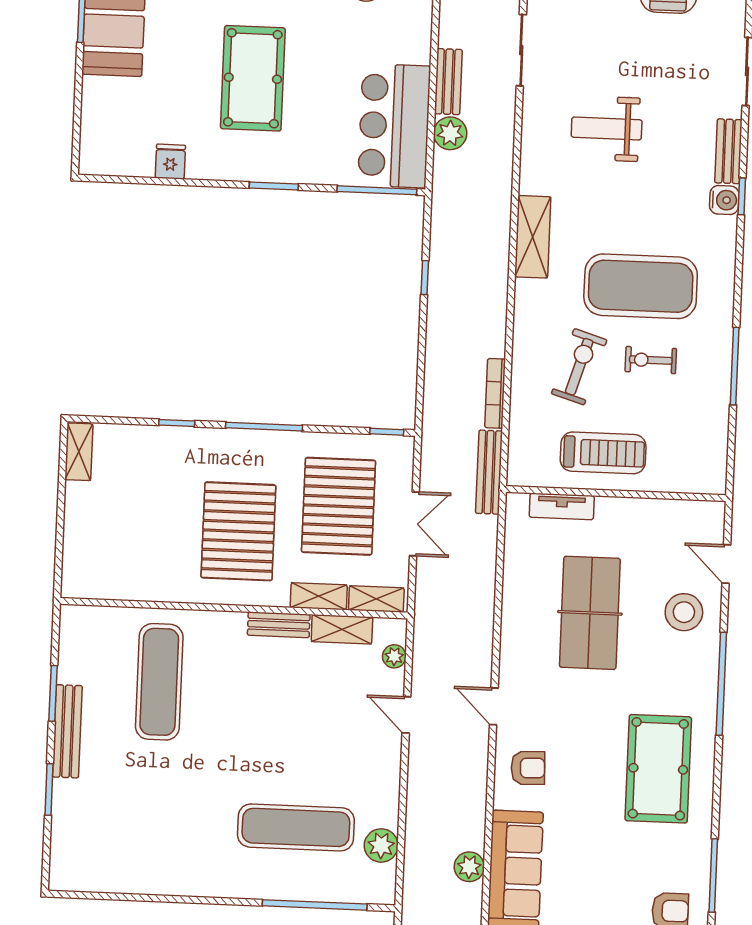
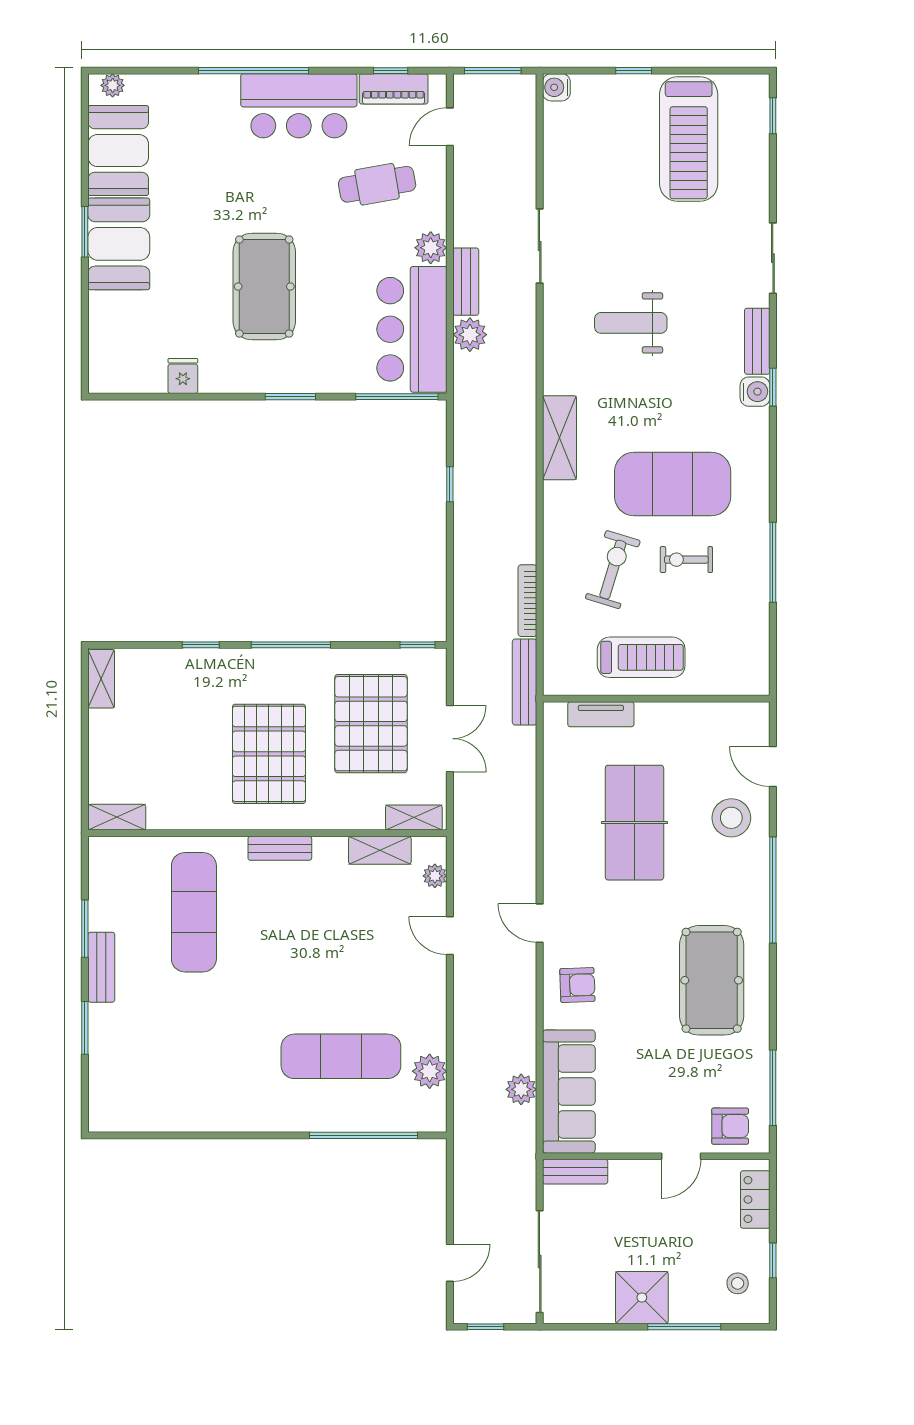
plant: (416, 47) -> (431, 248), added
shelving: (319, 596) -> (117, 817), moved
bench: (279, 625) -> (280, 848), moved
bench: (67, 731) -> (101, 967), width x0.73

